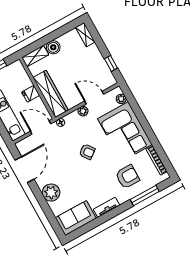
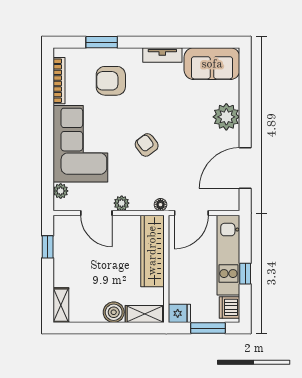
fridge: (31, 94) -> (179, 313), moved
door: (41, 127) -> (191, 213), hinge flipped
window: (145, 196) -> (102, 42), width x0.69

